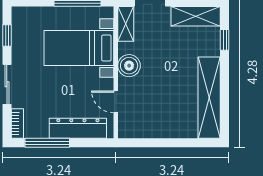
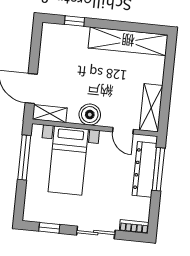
shelving: (196, 16) -> (151, 108), moved
door: (116, 102) -> (123, 131), hinge flipped
window: (47, 143) -> (158, 169), moved

